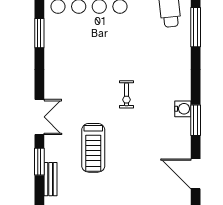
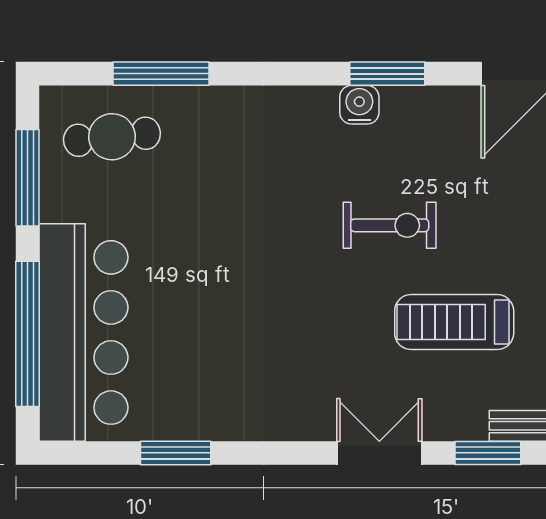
exercise bike: (127, 94) -> (390, 225), moved, width x1.38, depth x1.39
treadmill: (93, 148) -> (454, 322), turned 180

